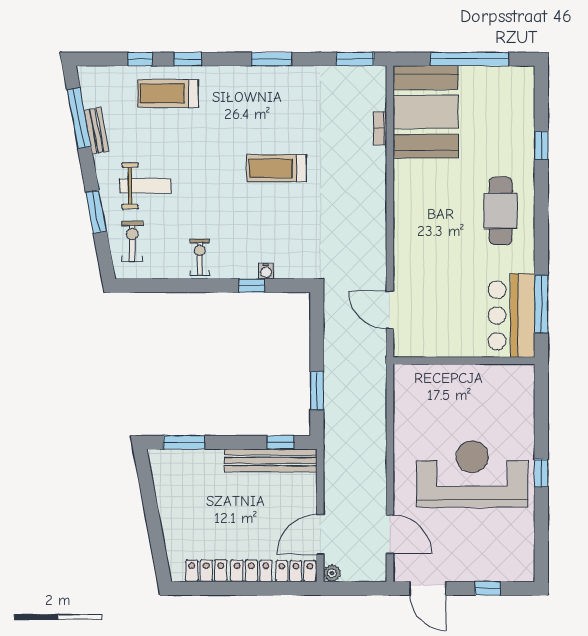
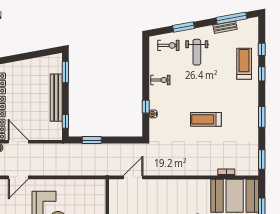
treadmill: (277, 168) -> (206, 119), turned -90
bench: (271, 460) -> (56, 98), moved

